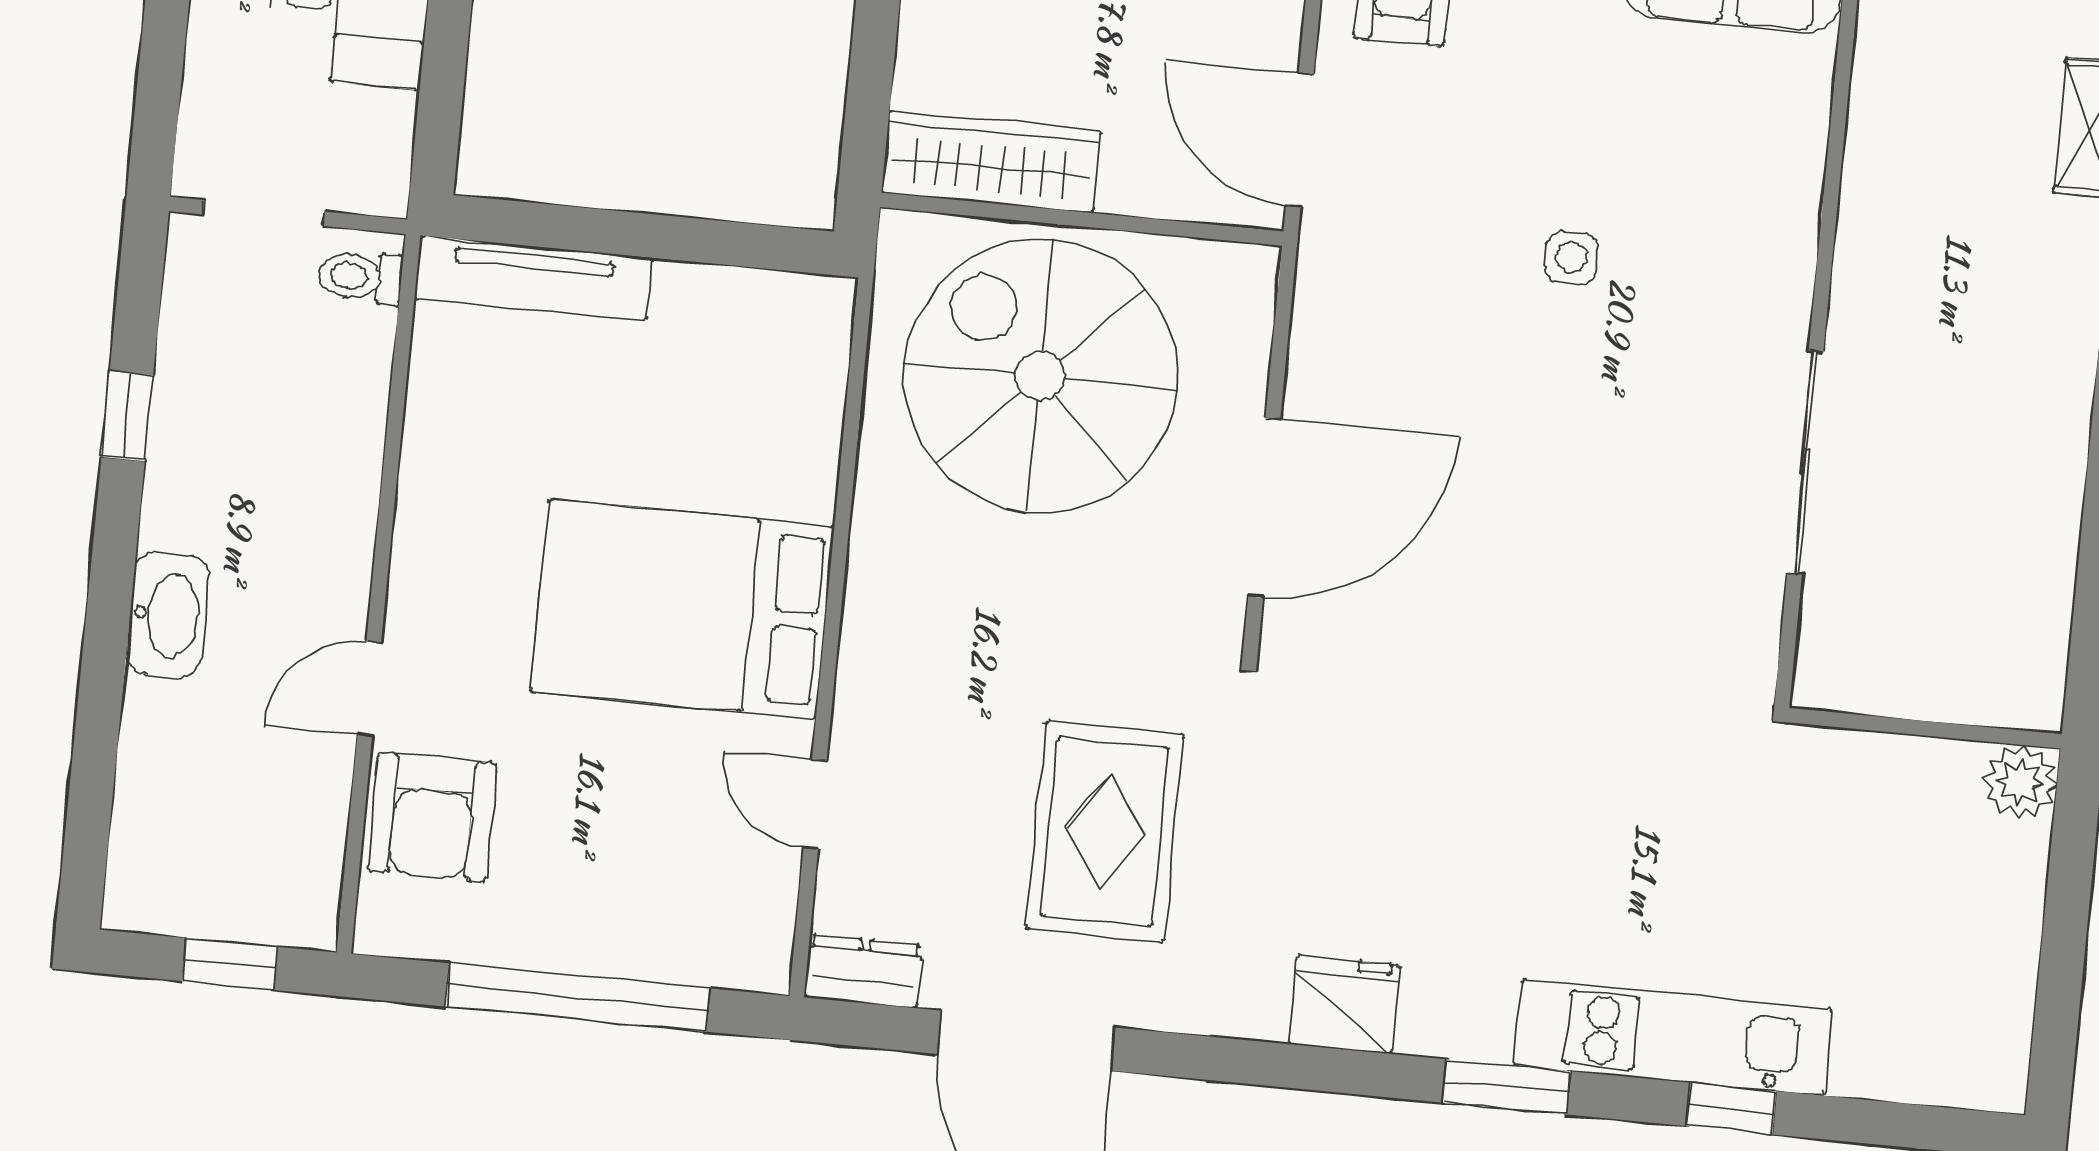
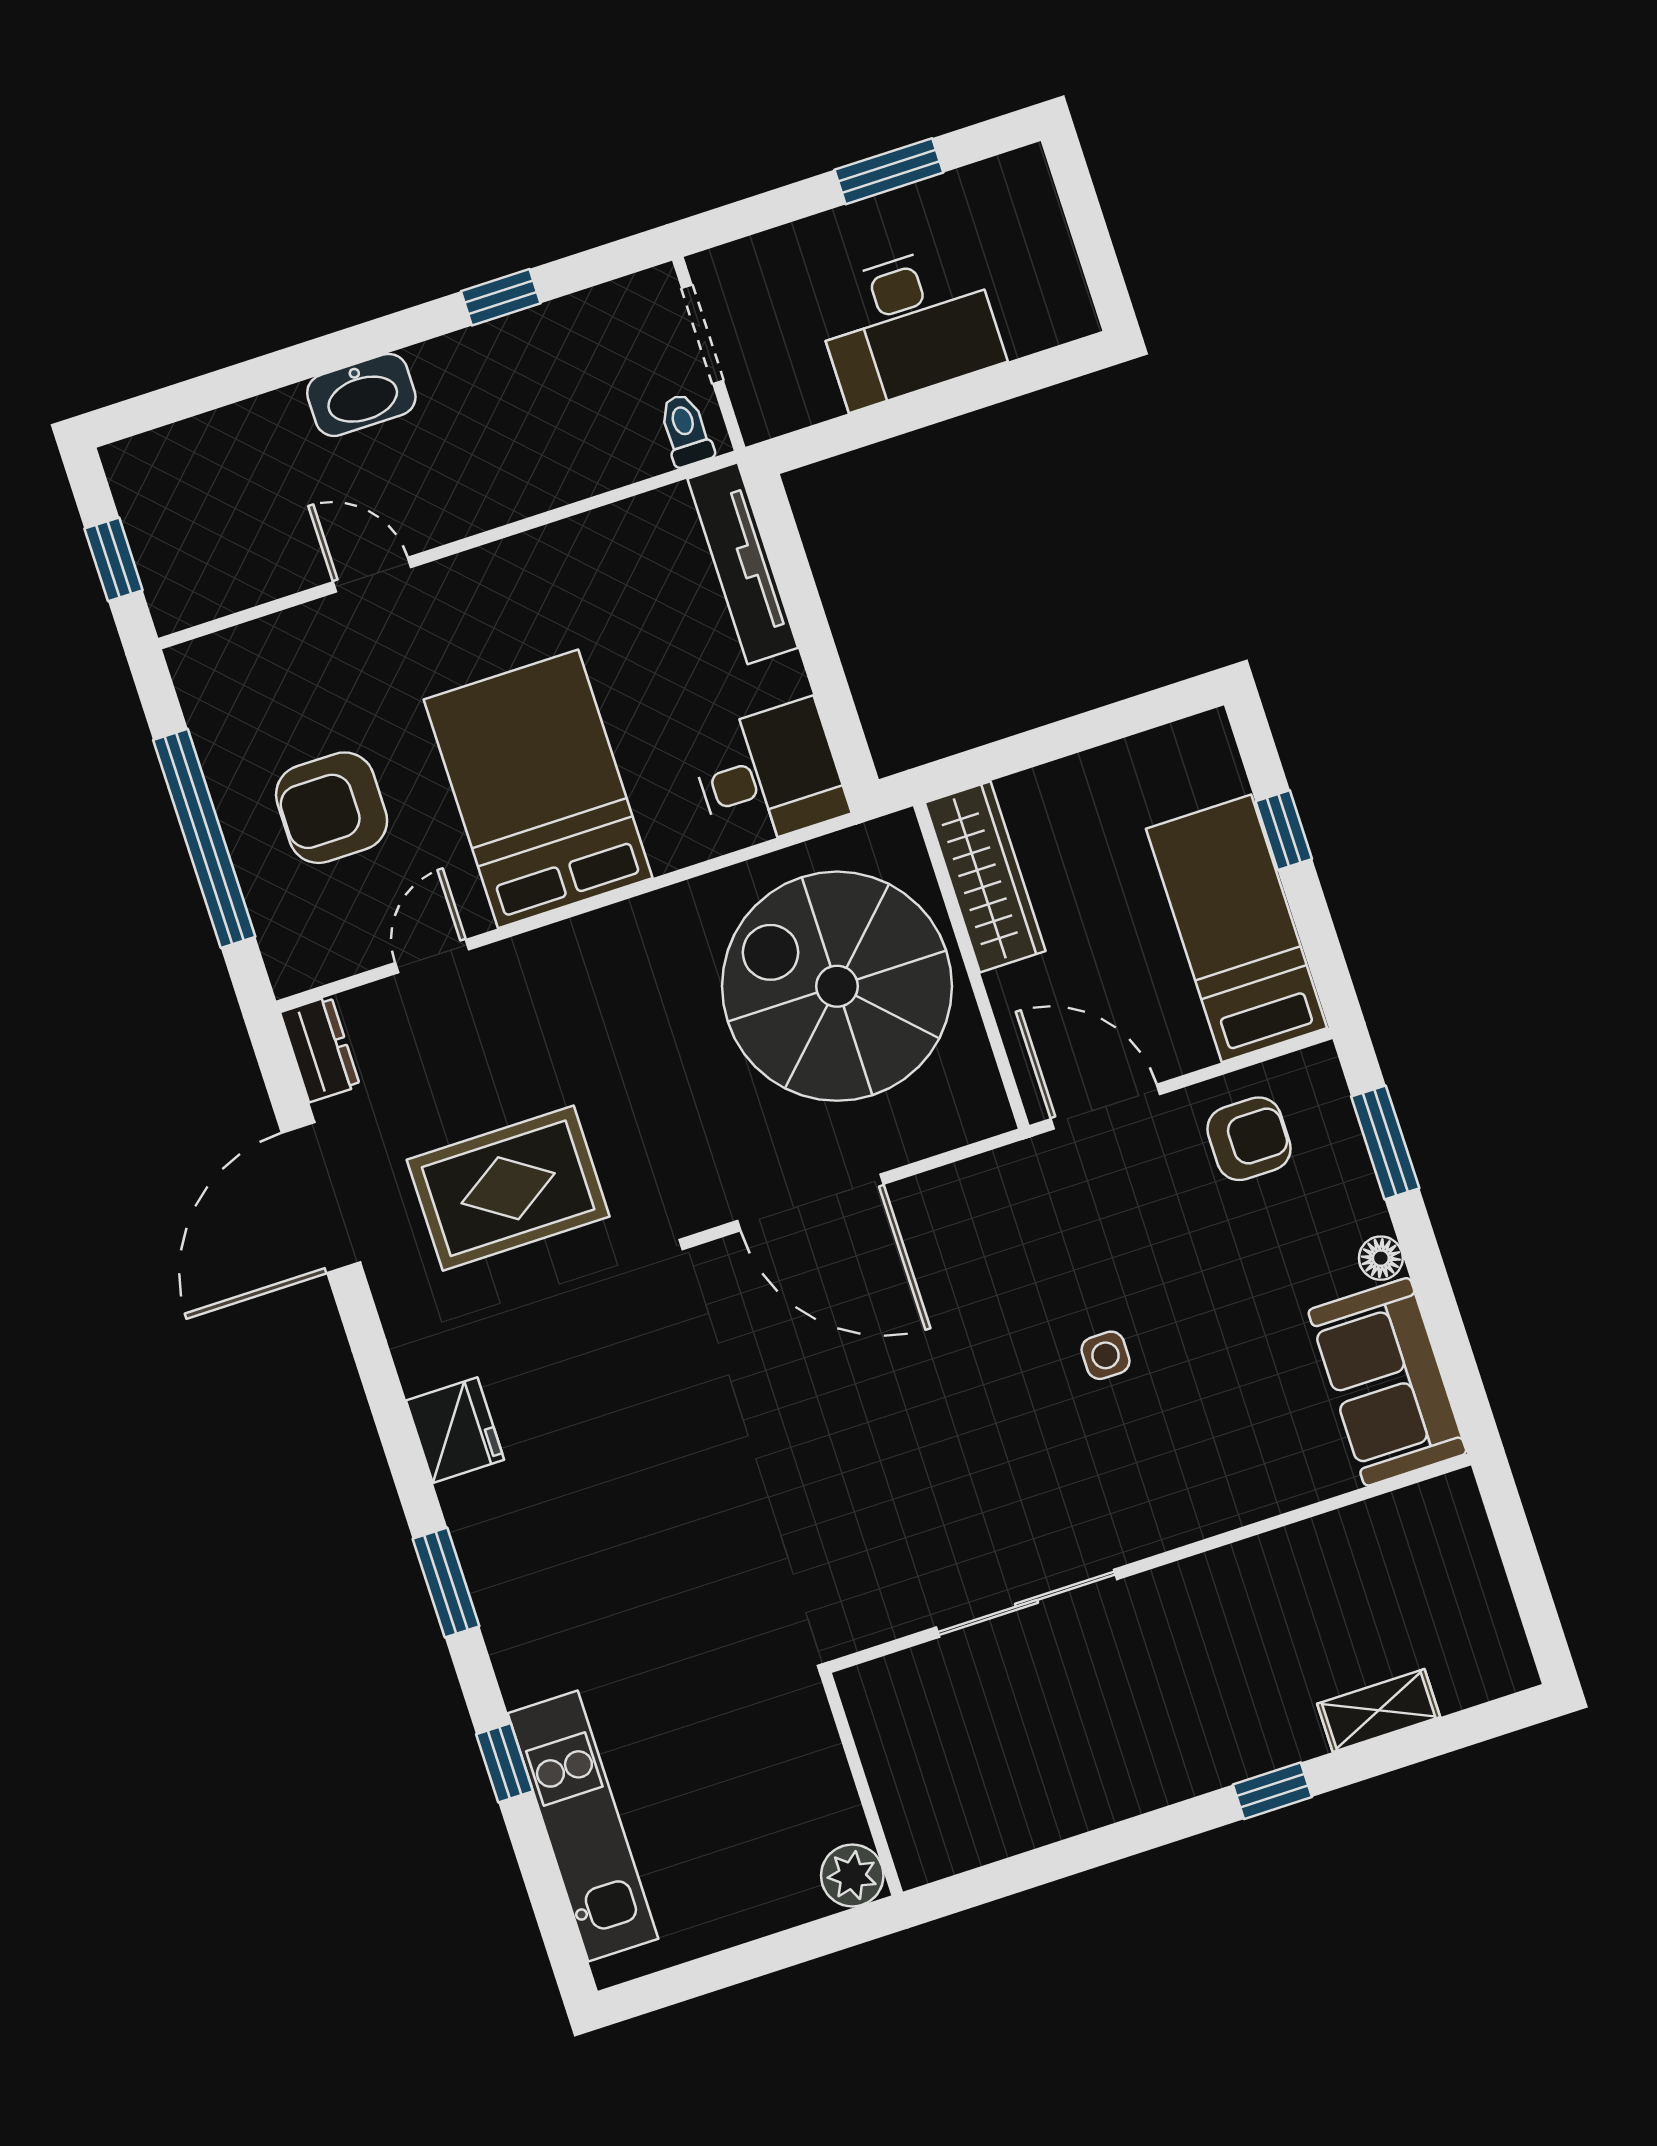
door: (1300, 140) -> (1105, 1107), hinge flipped
desk: (777, 350) -> (769, 775), added
spiral stairs: (1040, 376) -> (837, 986), turned -90
armchair: (432, 817) -> (332, 808), moved
kitchen unit: (1673, 1037) -> (583, 1826), moved

